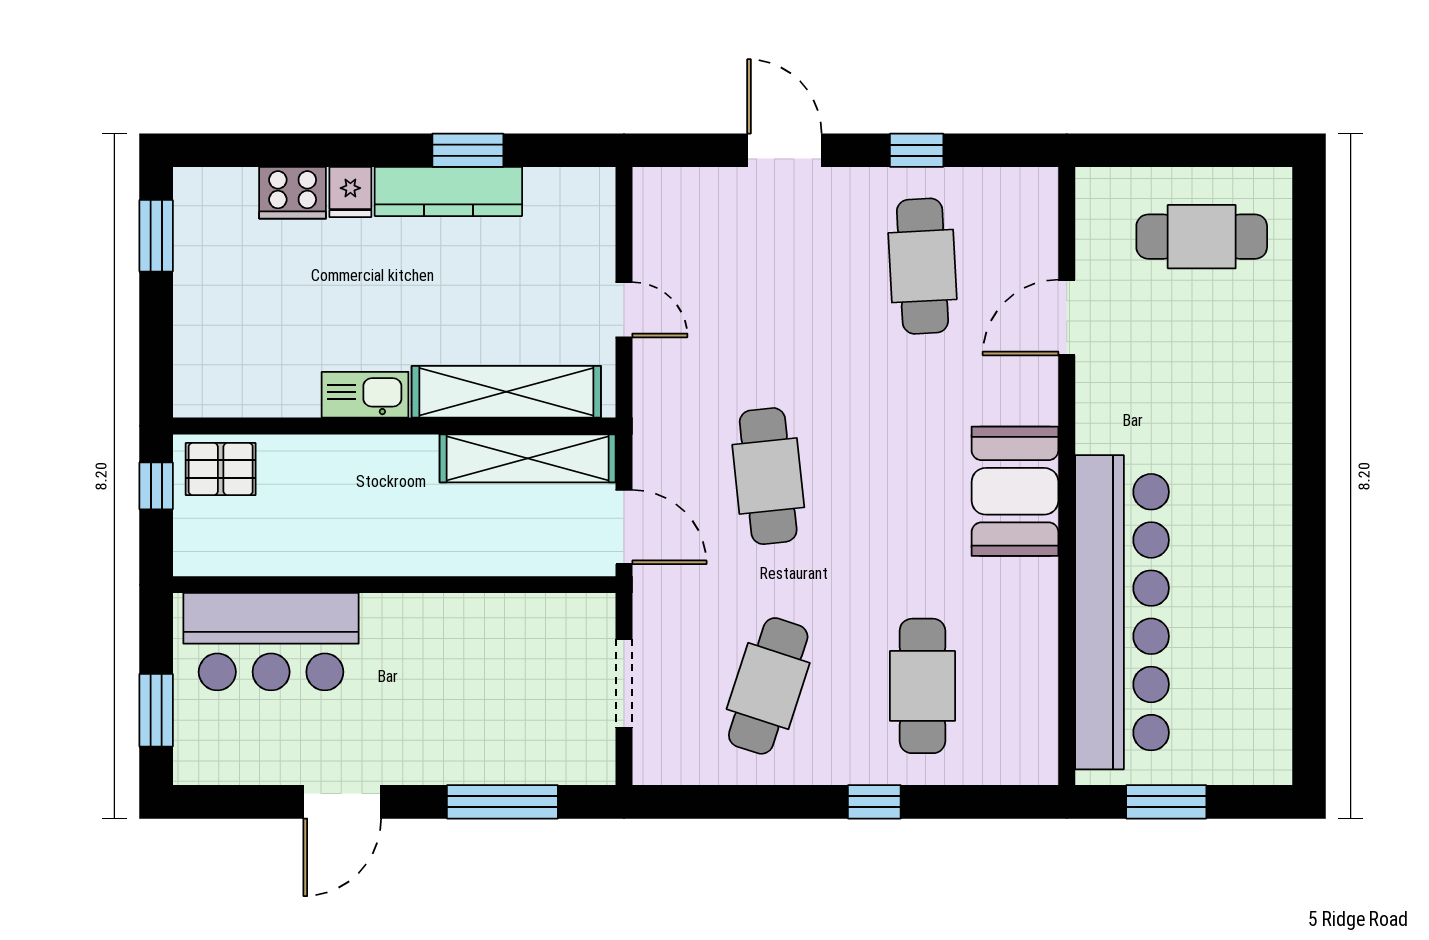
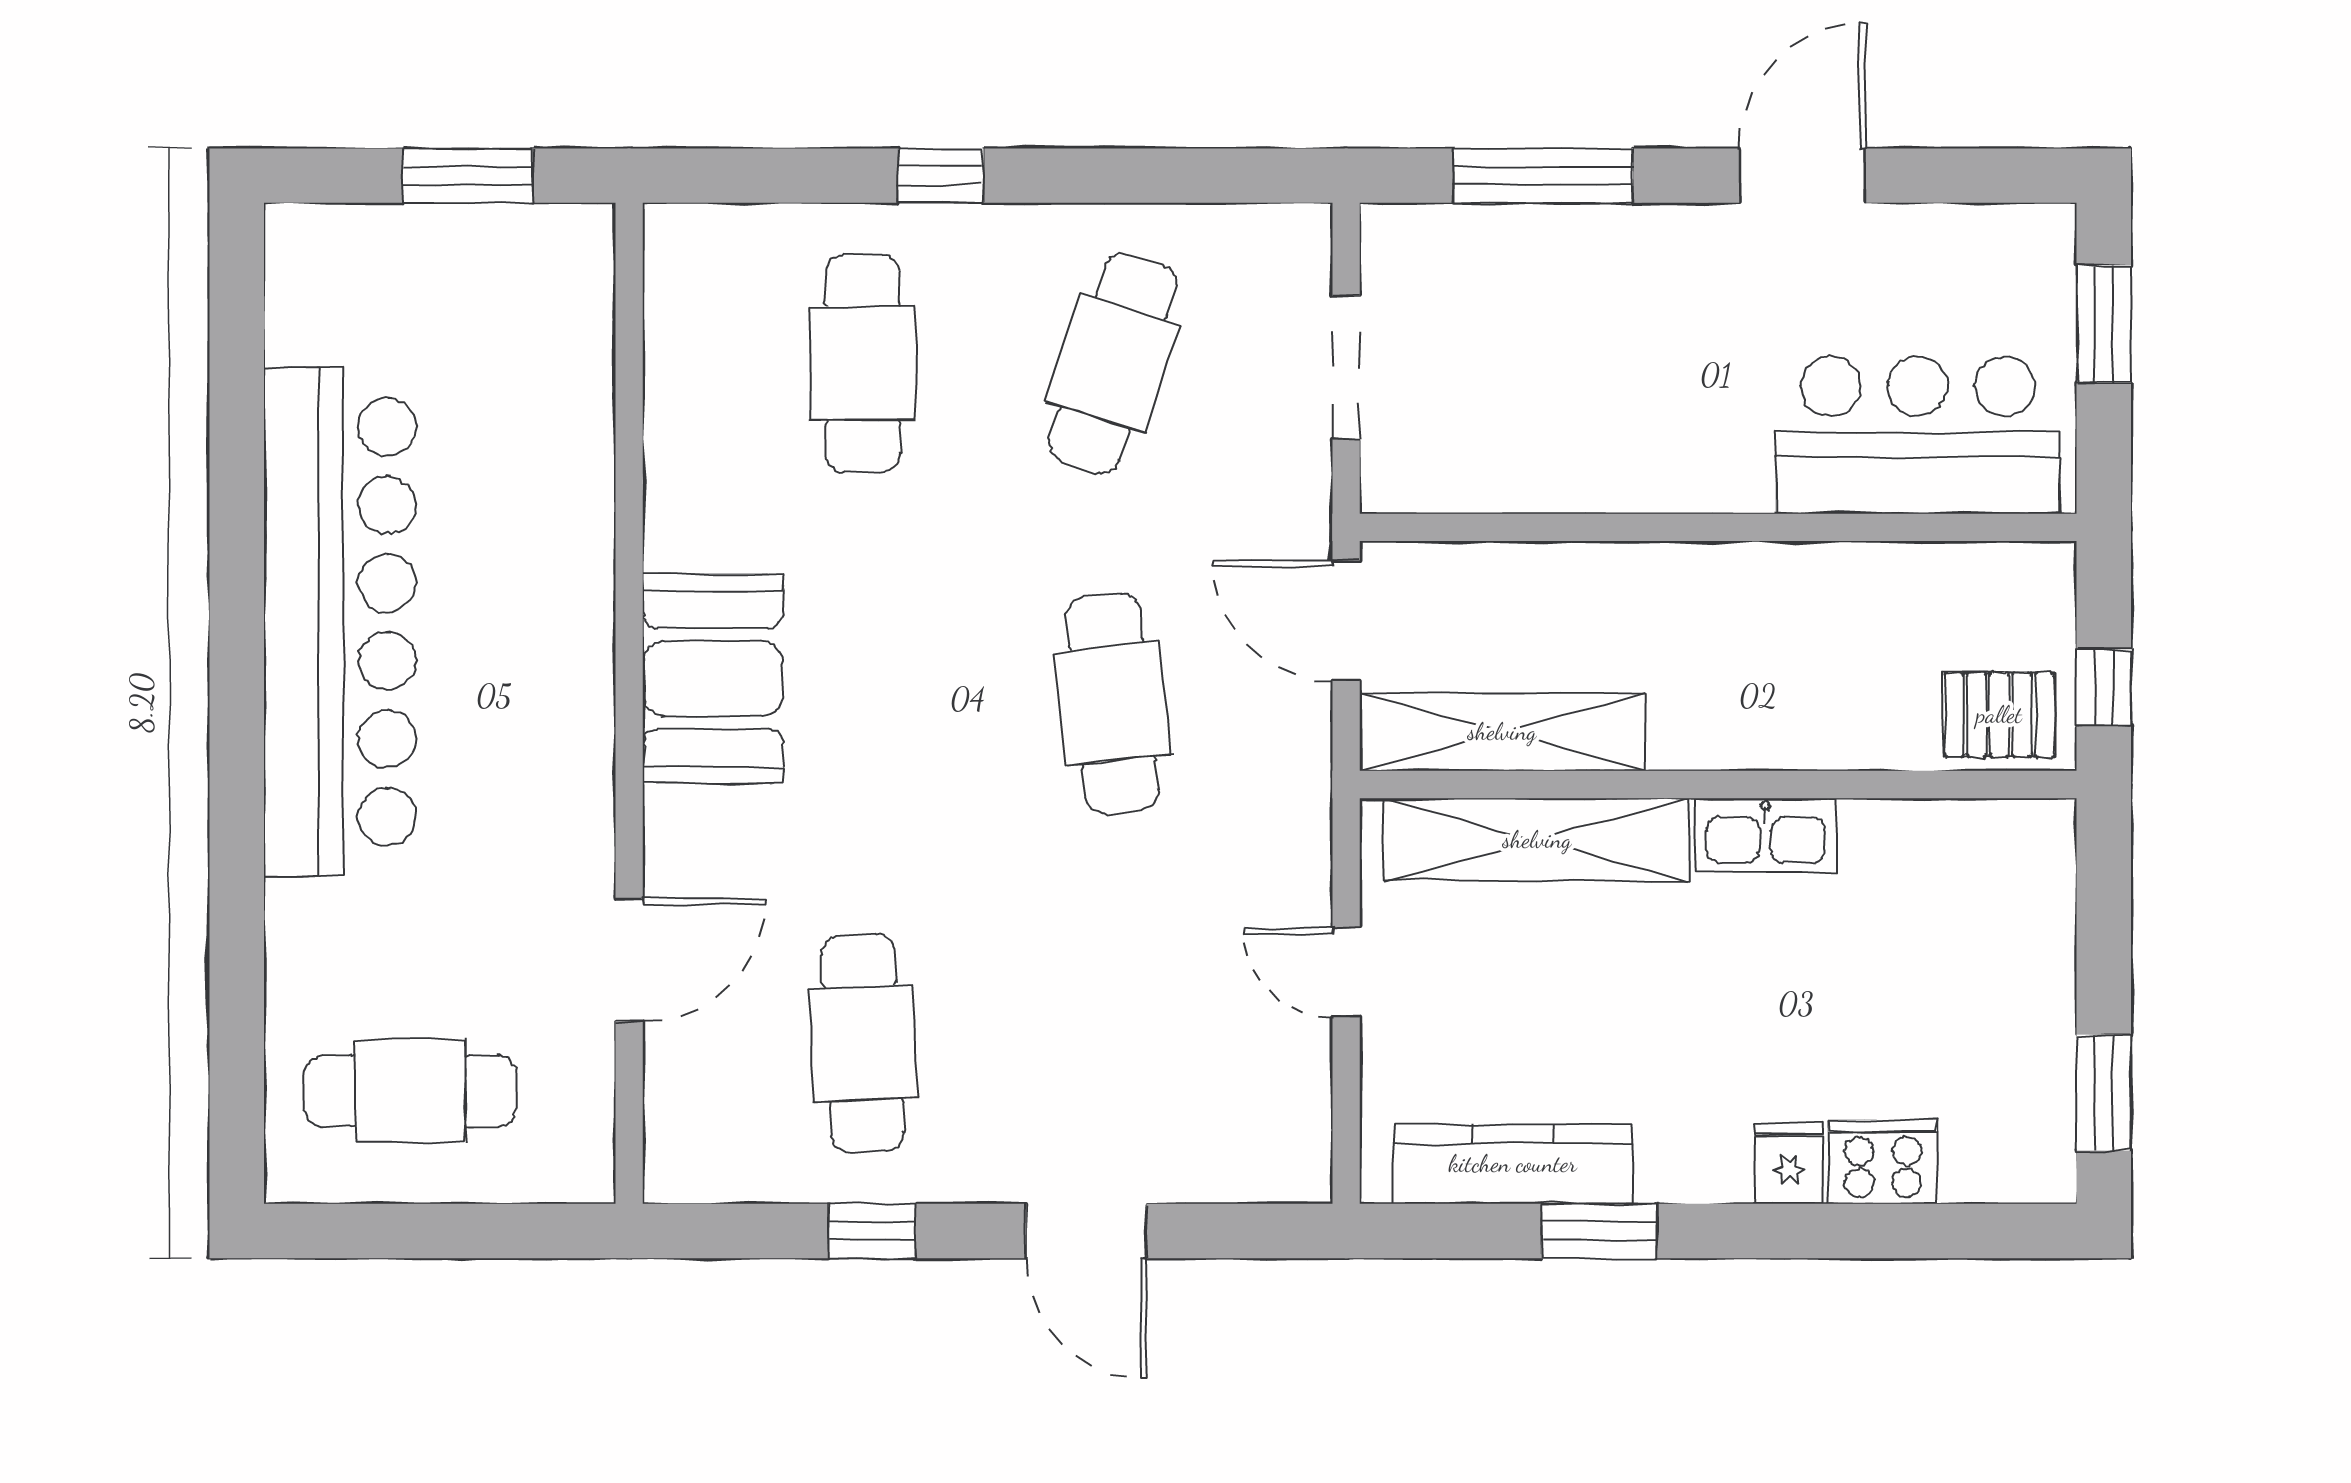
kitchen counter: (448, 191) -> (1513, 1164), moved
bar counter: (1122, 612) -> (340, 622), moved, turned 180

